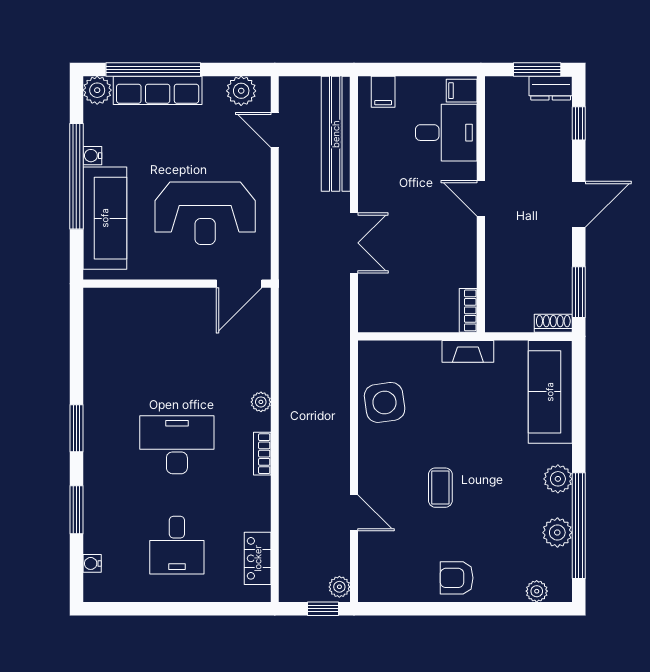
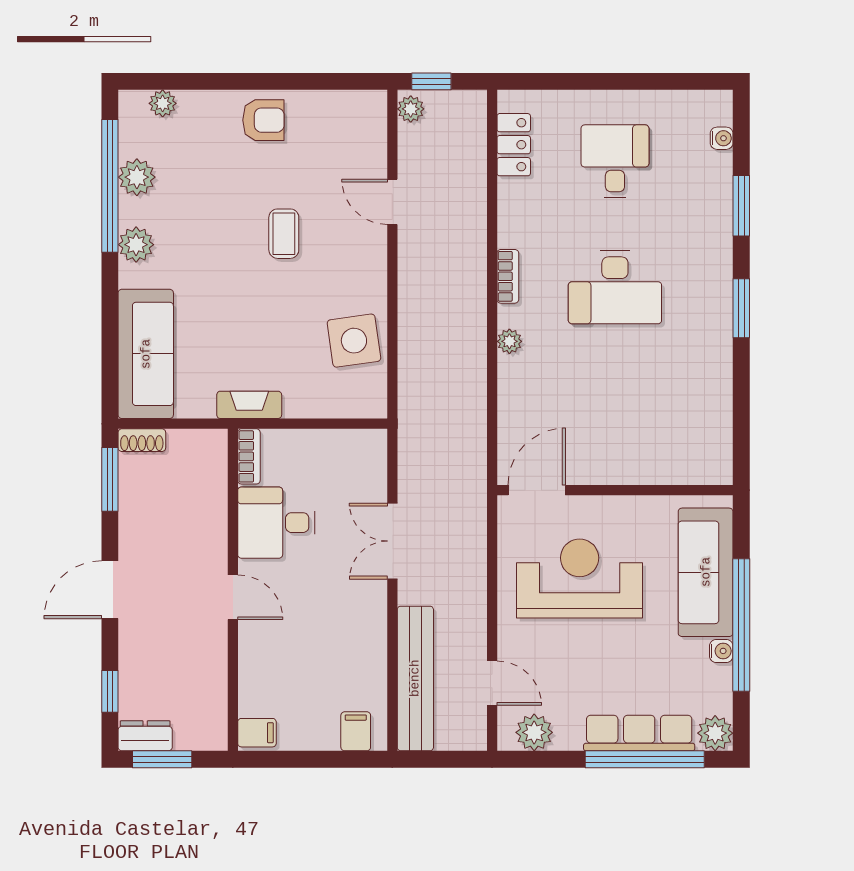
desk: (446, 133) -> (276, 523), moved

